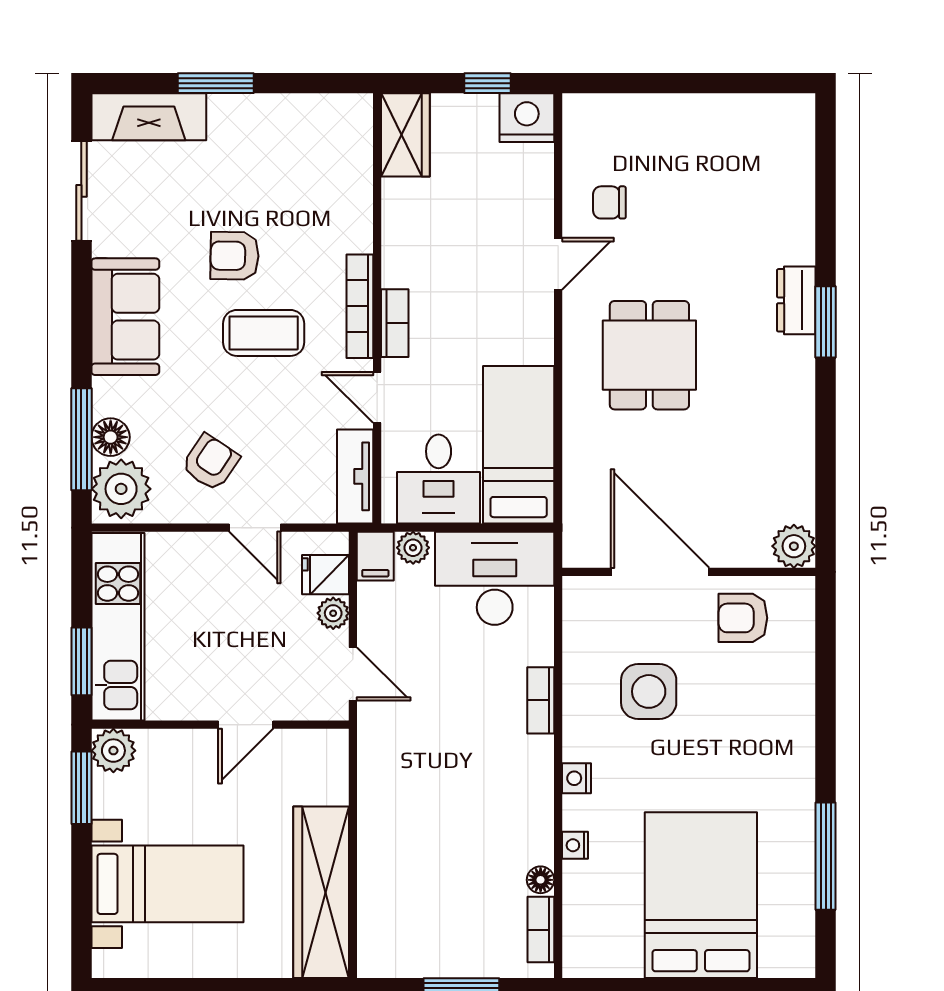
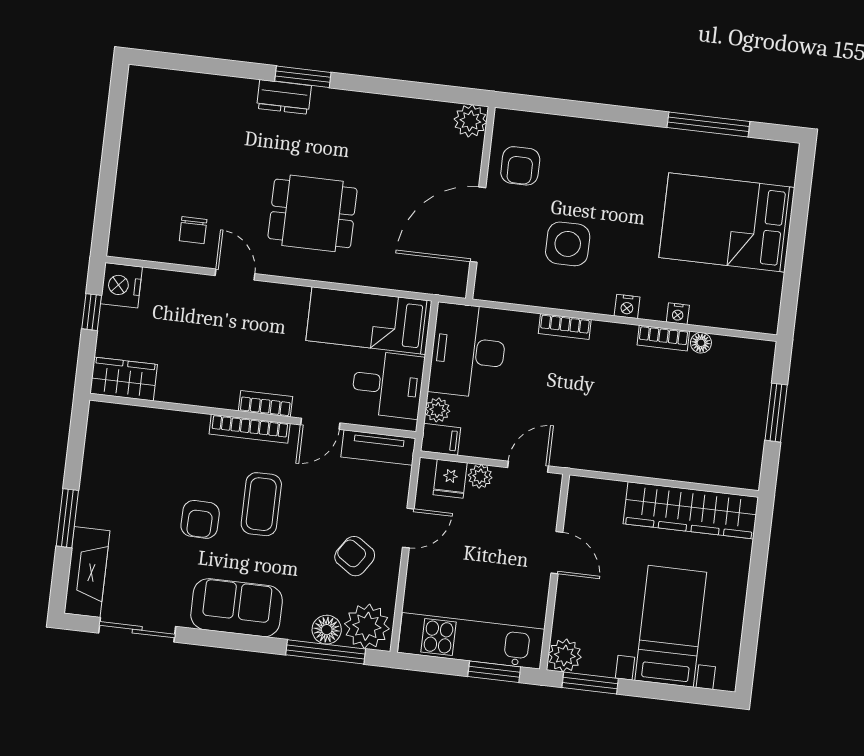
bookcase: (541, 930) -> (663, 338), moved

